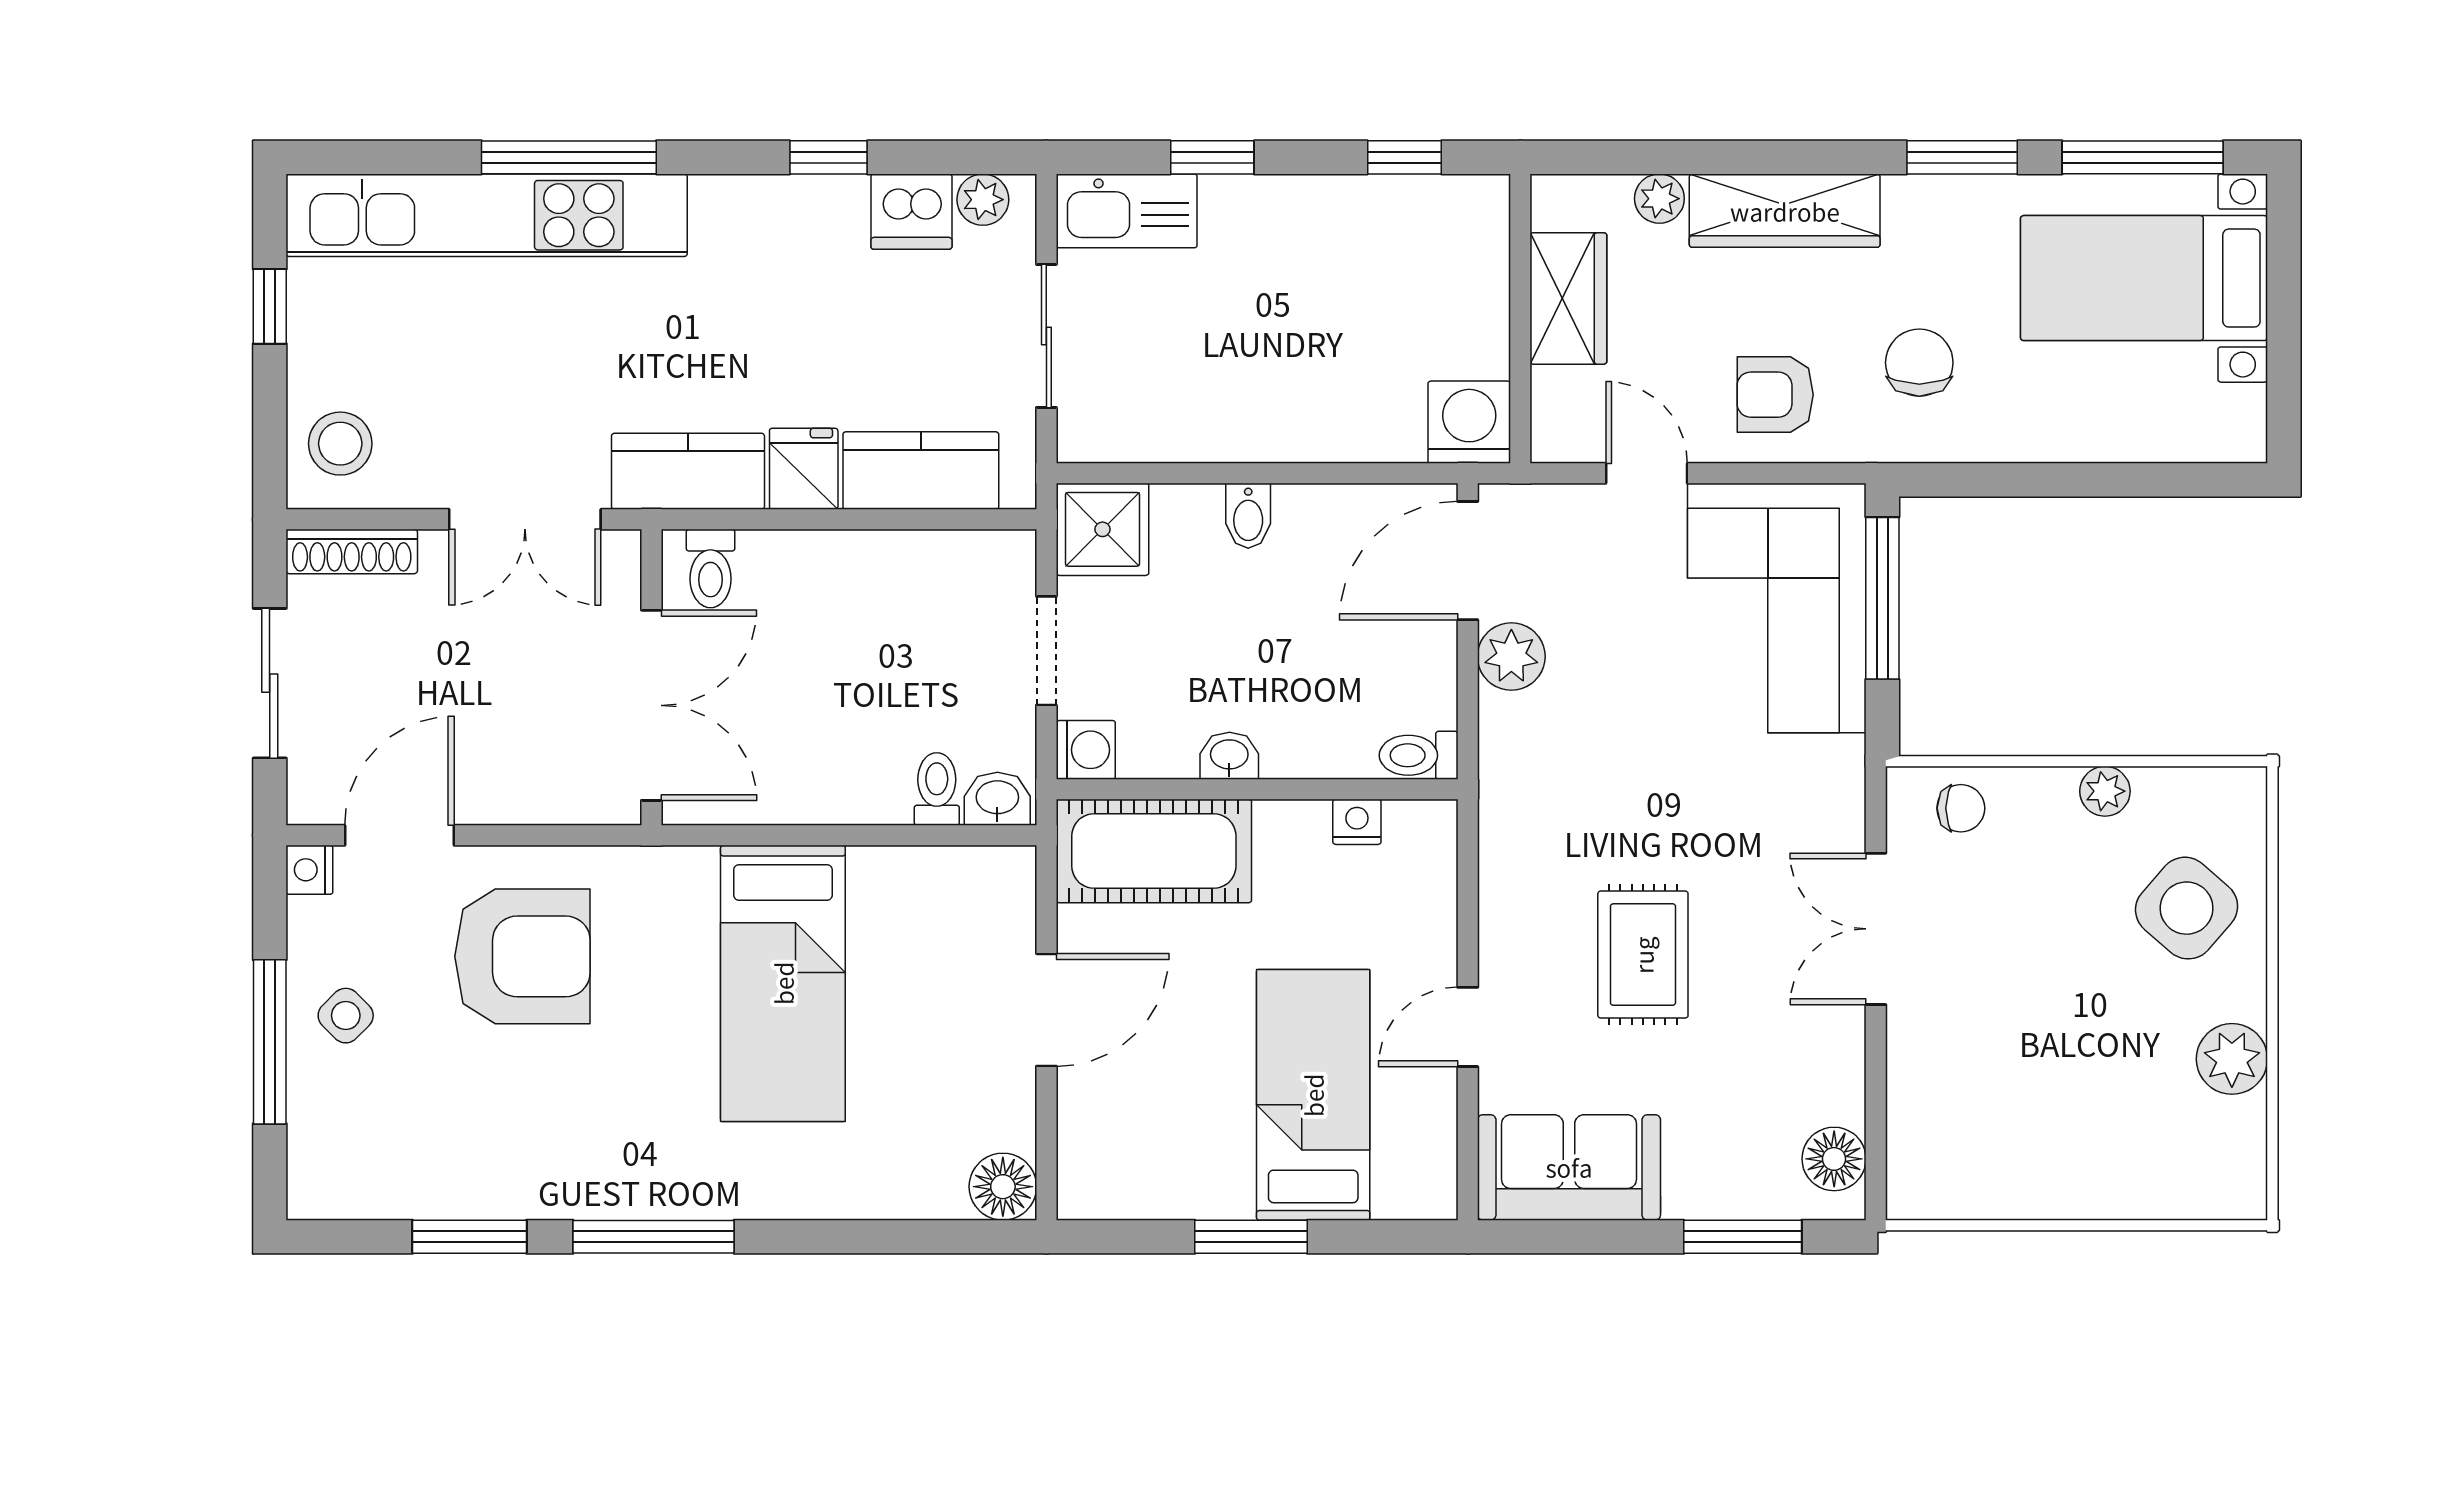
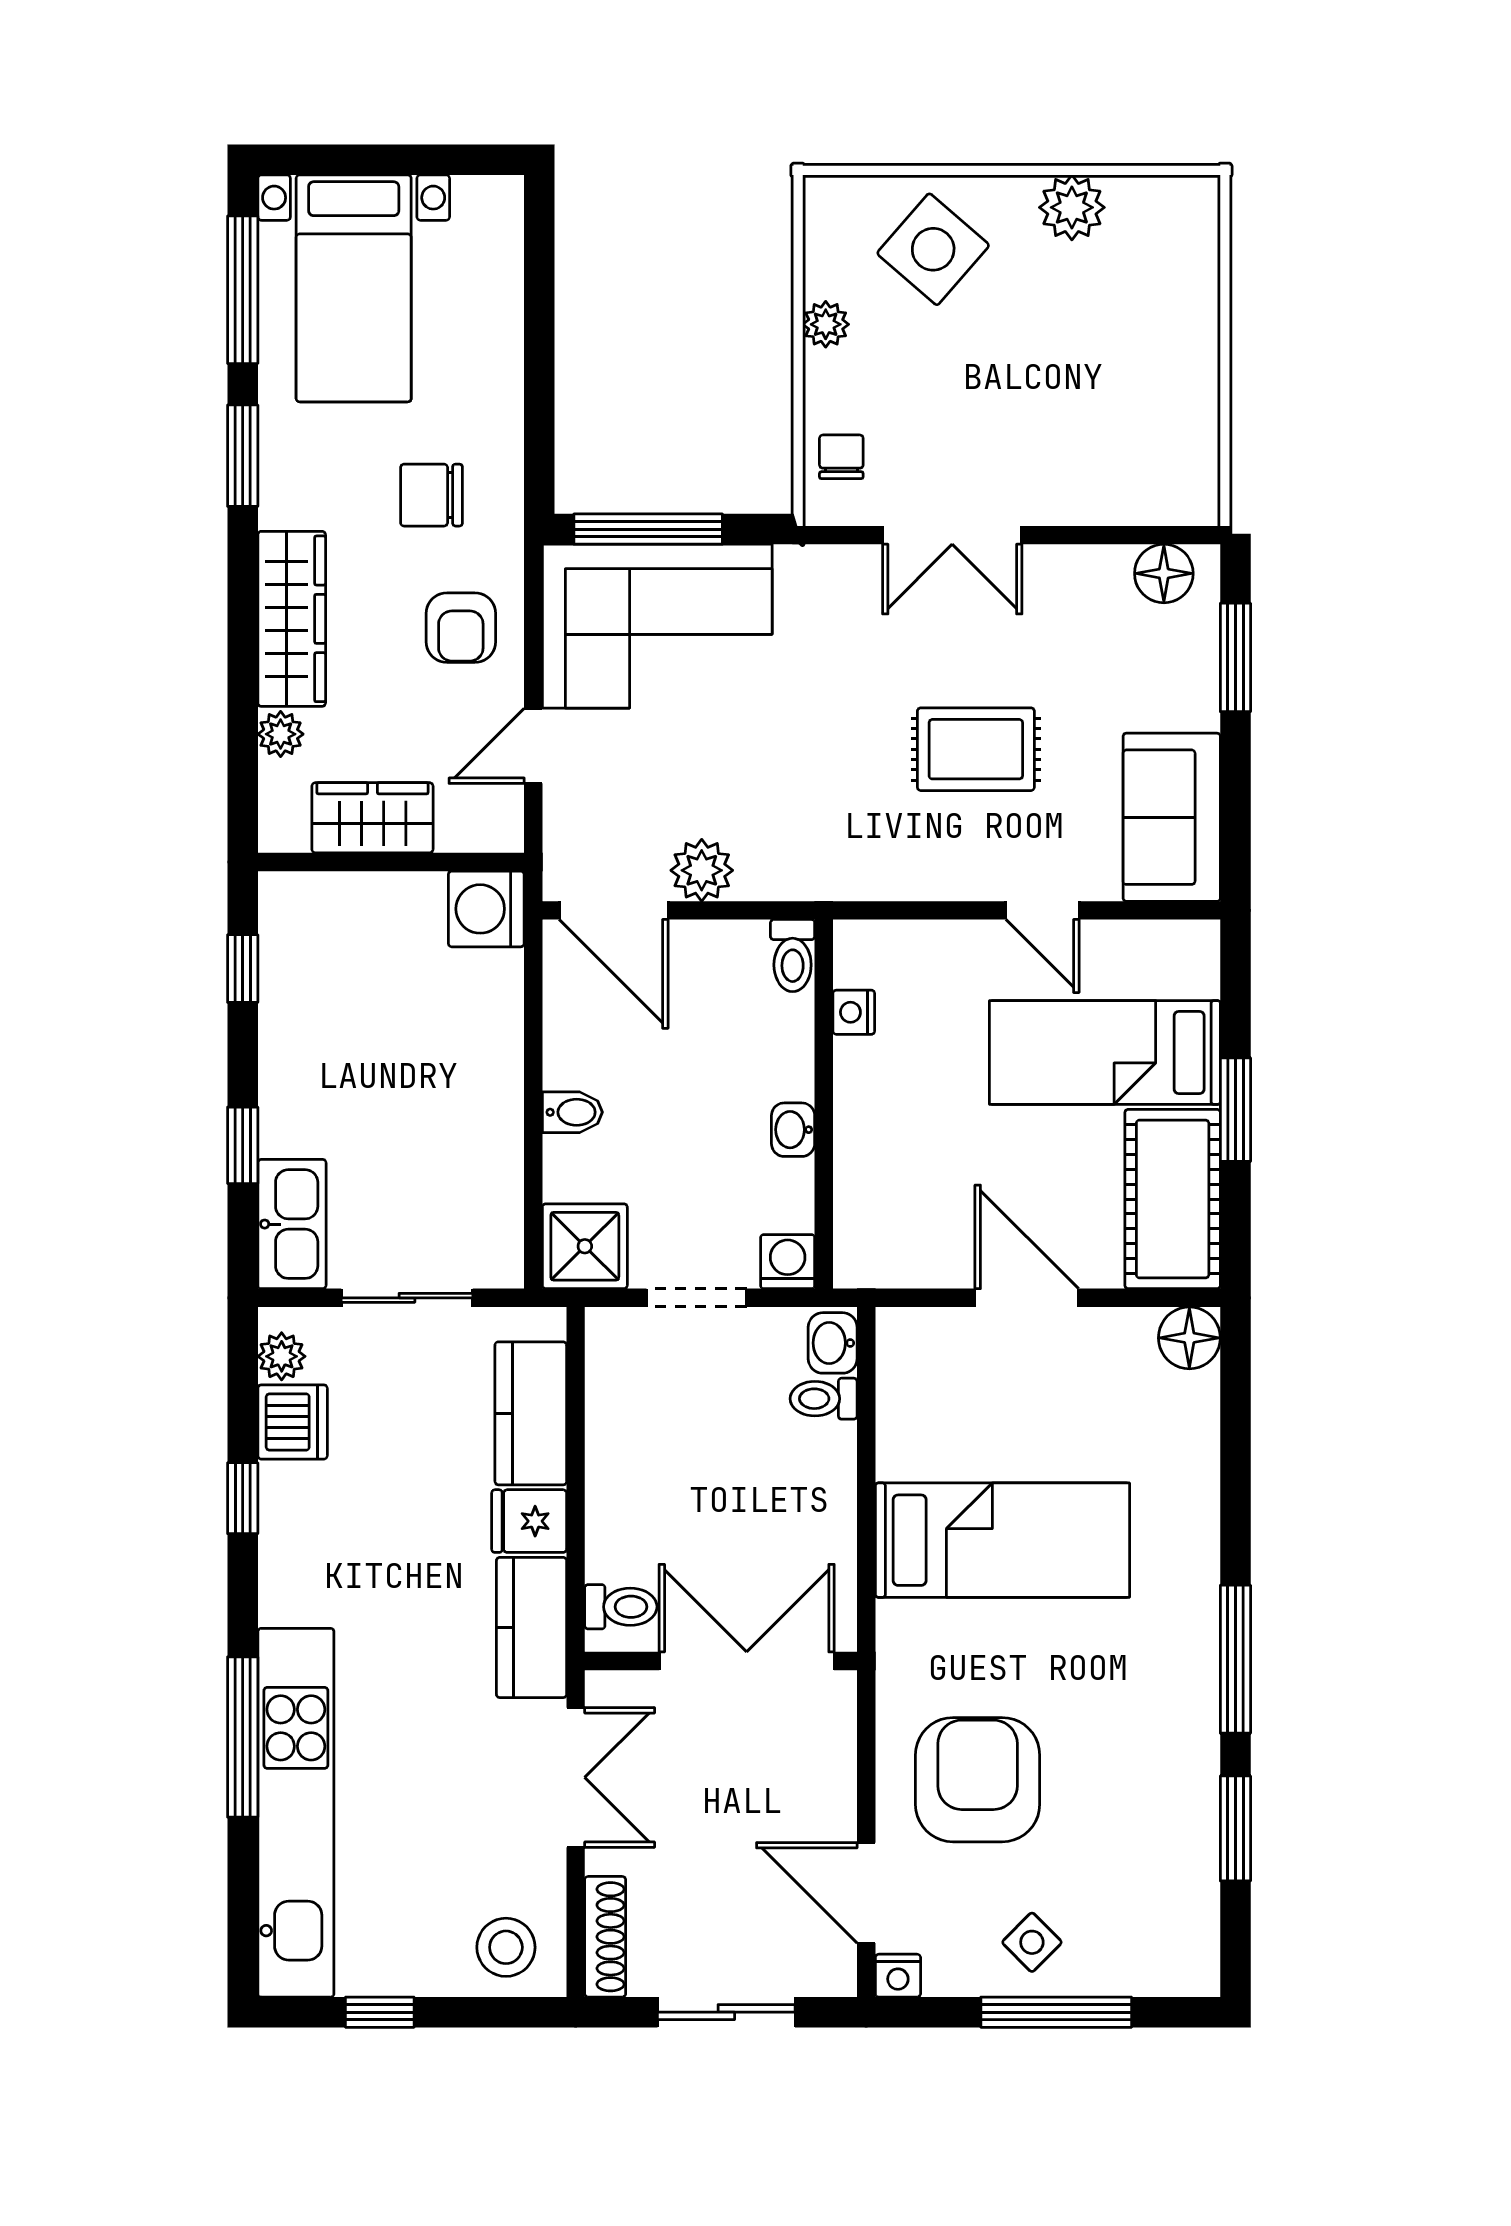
cot: (1154, 851) -> (1173, 1199), moved

